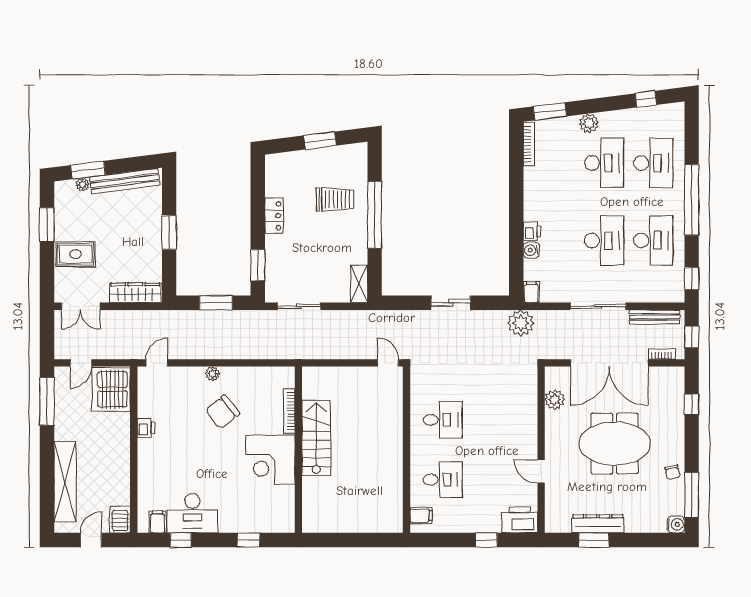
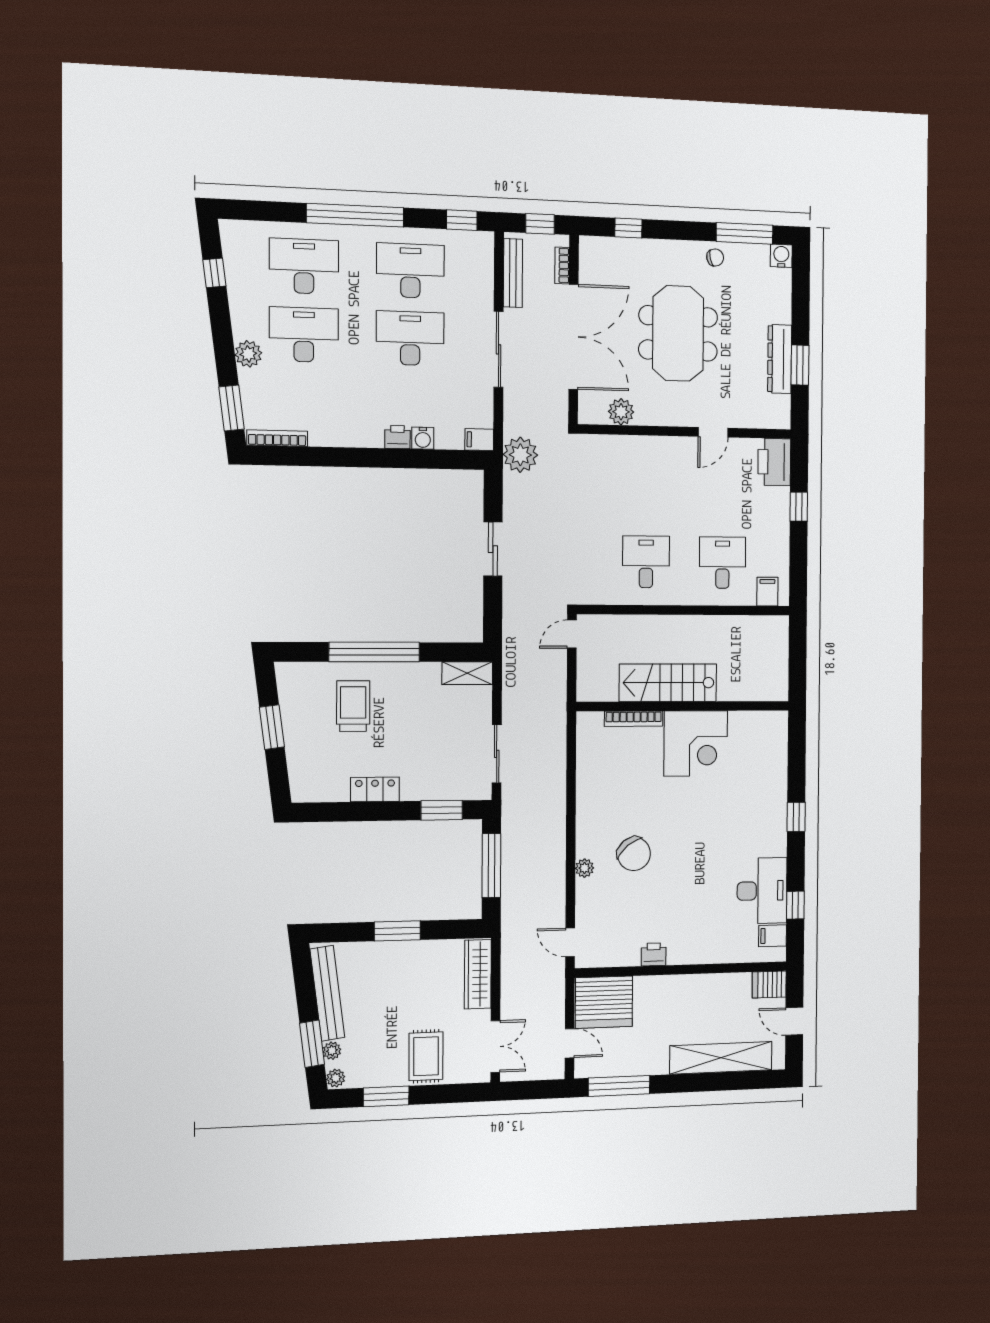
plant: (62, 187) -> (336, 1078), added
window: (216, 303) -> (491, 866), width x1.44
bookcase: (289, 411) -> (634, 719), moved
stairs: (316, 438) -> (668, 683), moved
wall: (298, 450) -> (683, 706), moved
corner desk: (270, 460) -> (696, 743), moved

